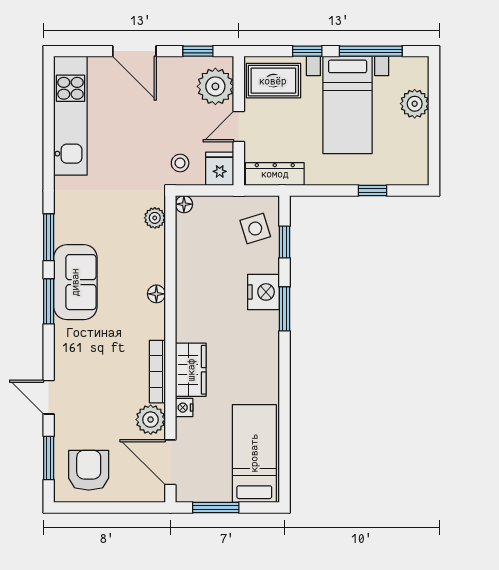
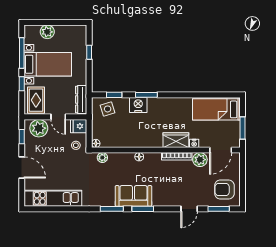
door: (134, 51) -> (22, 167), hinge flipped

